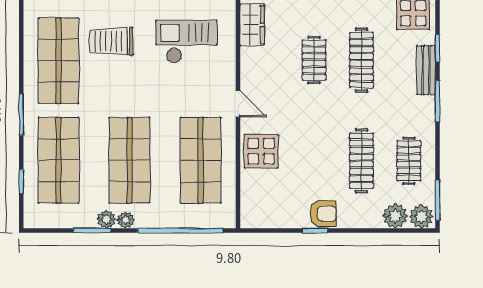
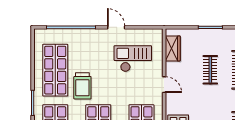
trolley: (111, 41) -> (82, 86), moved, turned -90
door: (238, 104) -> (164, 85), moved

